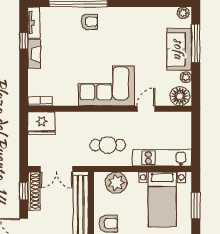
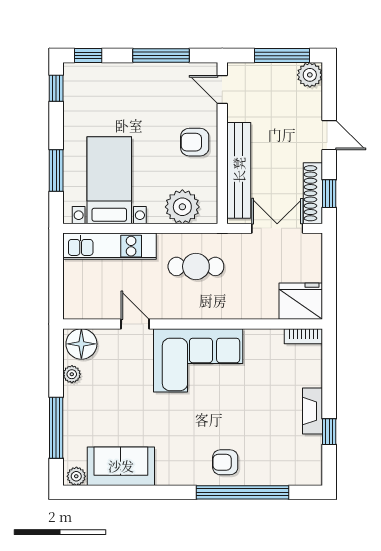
tv unit: (34, 23) -> (313, 461), removed
sofa: (179, 49) -> (121, 466), moved, turned -90
door: (146, 109) -> (135, 324), swing flipped

